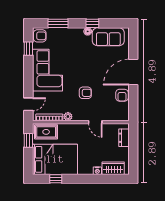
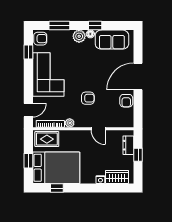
plant: (77, 34) -> (79, 36), added
window: (28, 140) -> (28, 161), moved
window: (133, 147) -> (138, 155), added

